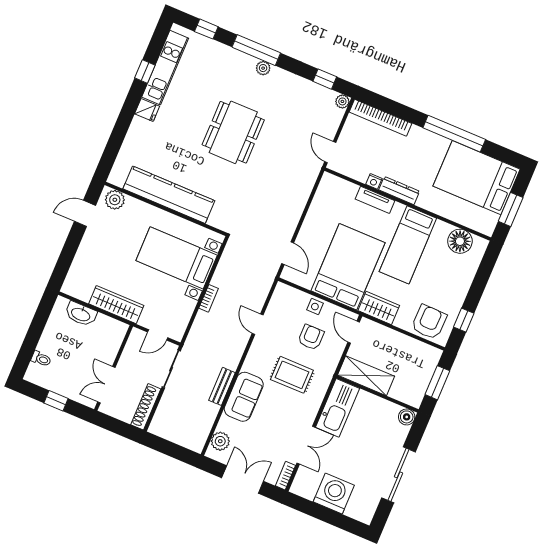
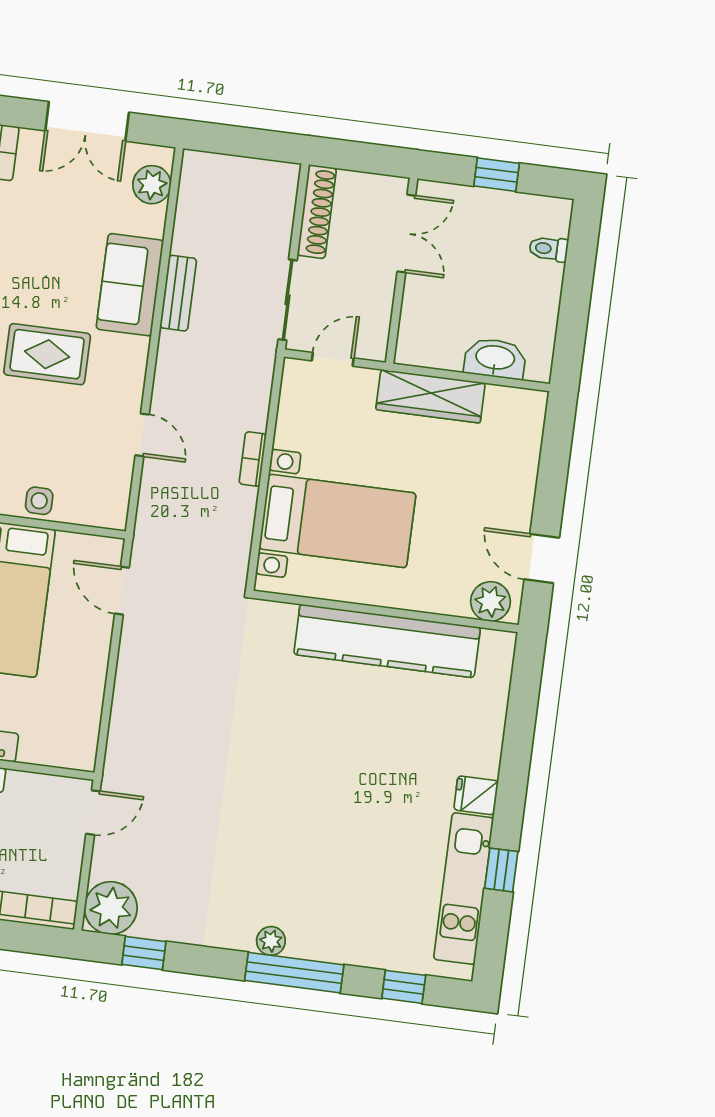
plant: (342, 101) -> (111, 908), width x1.88, depth x1.88
dining table: (233, 132) -> (295, 799), removed
door: (330, 152) -> (93, 813), hinge flipped
door: (85, 213) -> (542, 559), swing flipped
armchair: (311, 337) -> (30, 438), removed

